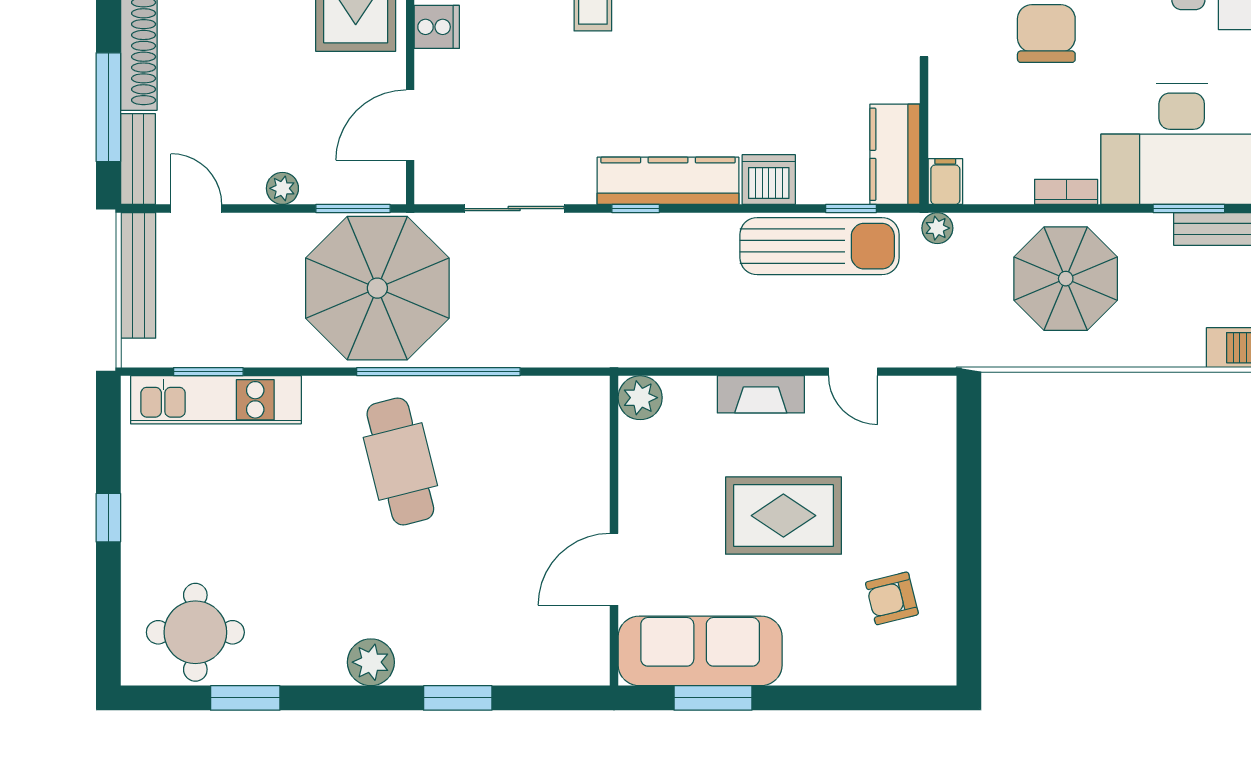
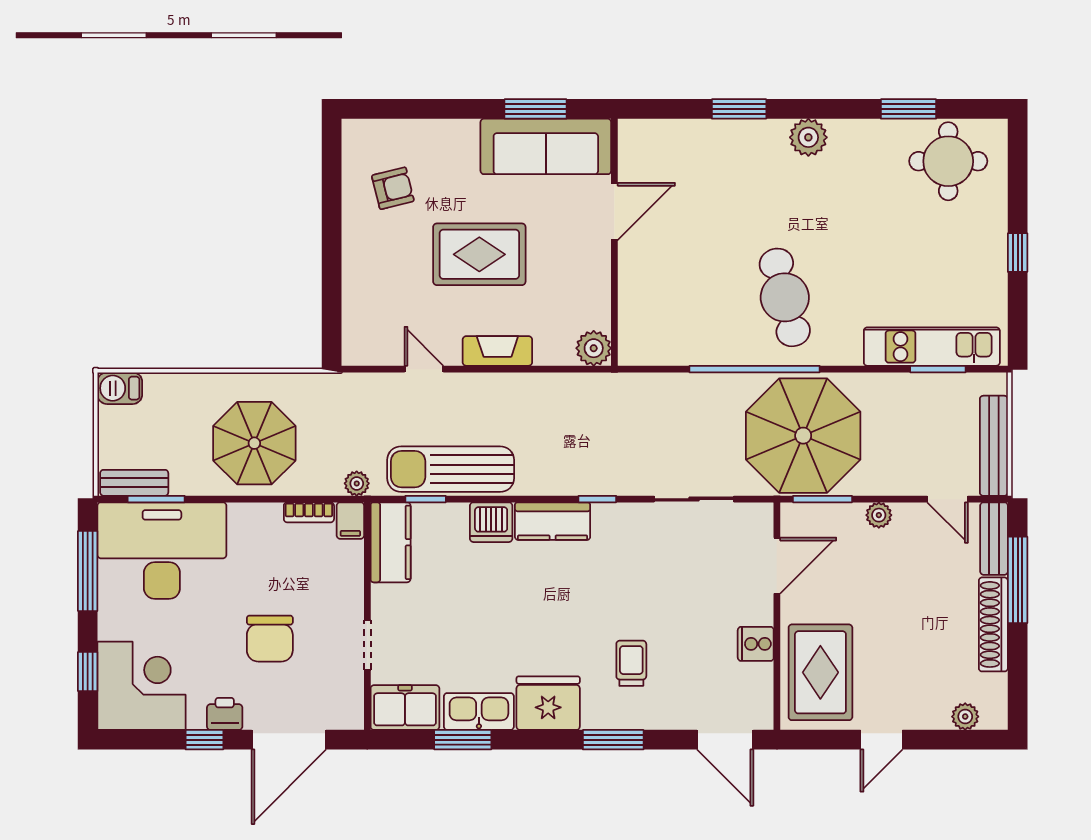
kitchen counter: (668, 181) -> (553, 521), width x0.67
bookcase: (1066, 192) -> (309, 512), moved

